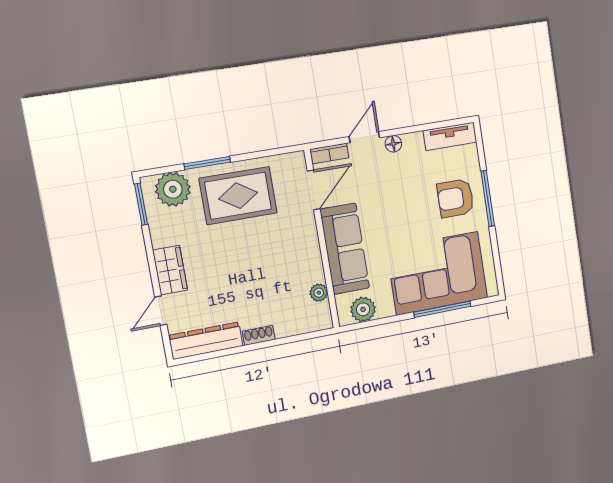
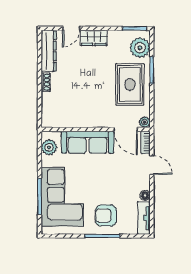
floor lamp: (393, 144) -> (145, 195), moved
armchair: (456, 198) -> (106, 216), turned -90
plant: (319, 293) -> (145, 122), moved
door: (161, 311) -> (71, 28), swing flipped

